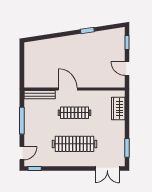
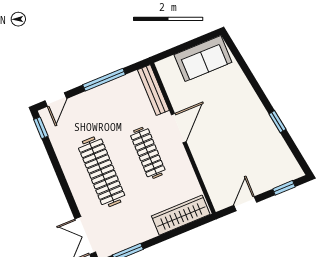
sofa: (33, 58) -> (203, 59), added
wardrobe: (118, 109) -> (181, 215), width x1.50
door: (22, 153) -> (56, 100), hinge flipped

